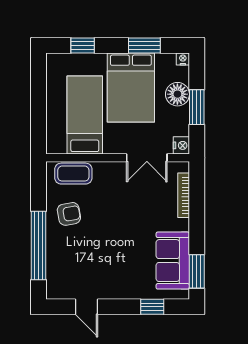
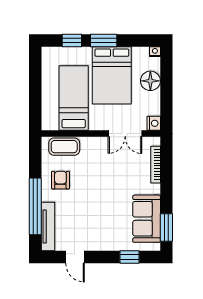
window: (144, 46) -> (104, 41), moved
window: (197, 107) -> (166, 92), removed
armchair: (69, 214) -> (60, 180), turned -80
tv unit: (54, 270) -> (48, 227), added

